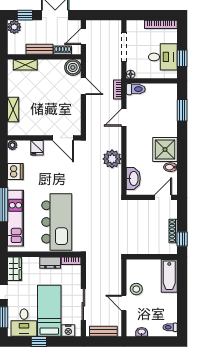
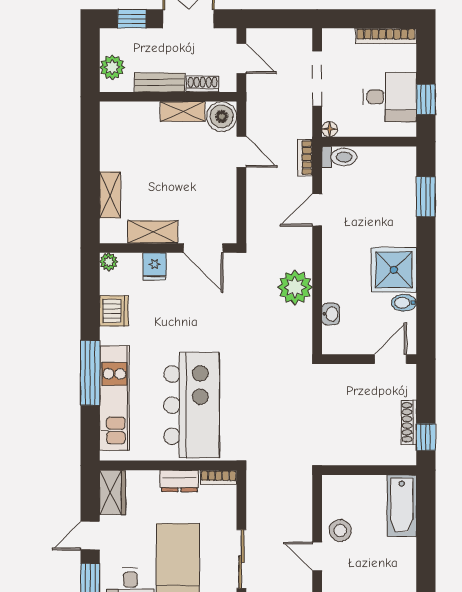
plant: (14, 27) -> (112, 67), moved
door: (83, 36) -> (241, 59), swing flipped
shelving: (25, 65) -> (183, 111), moved
shelving: (36, 129) -> (153, 232), added
washbasin: (133, 179) -> (331, 314), width x0.52, depth x0.69

